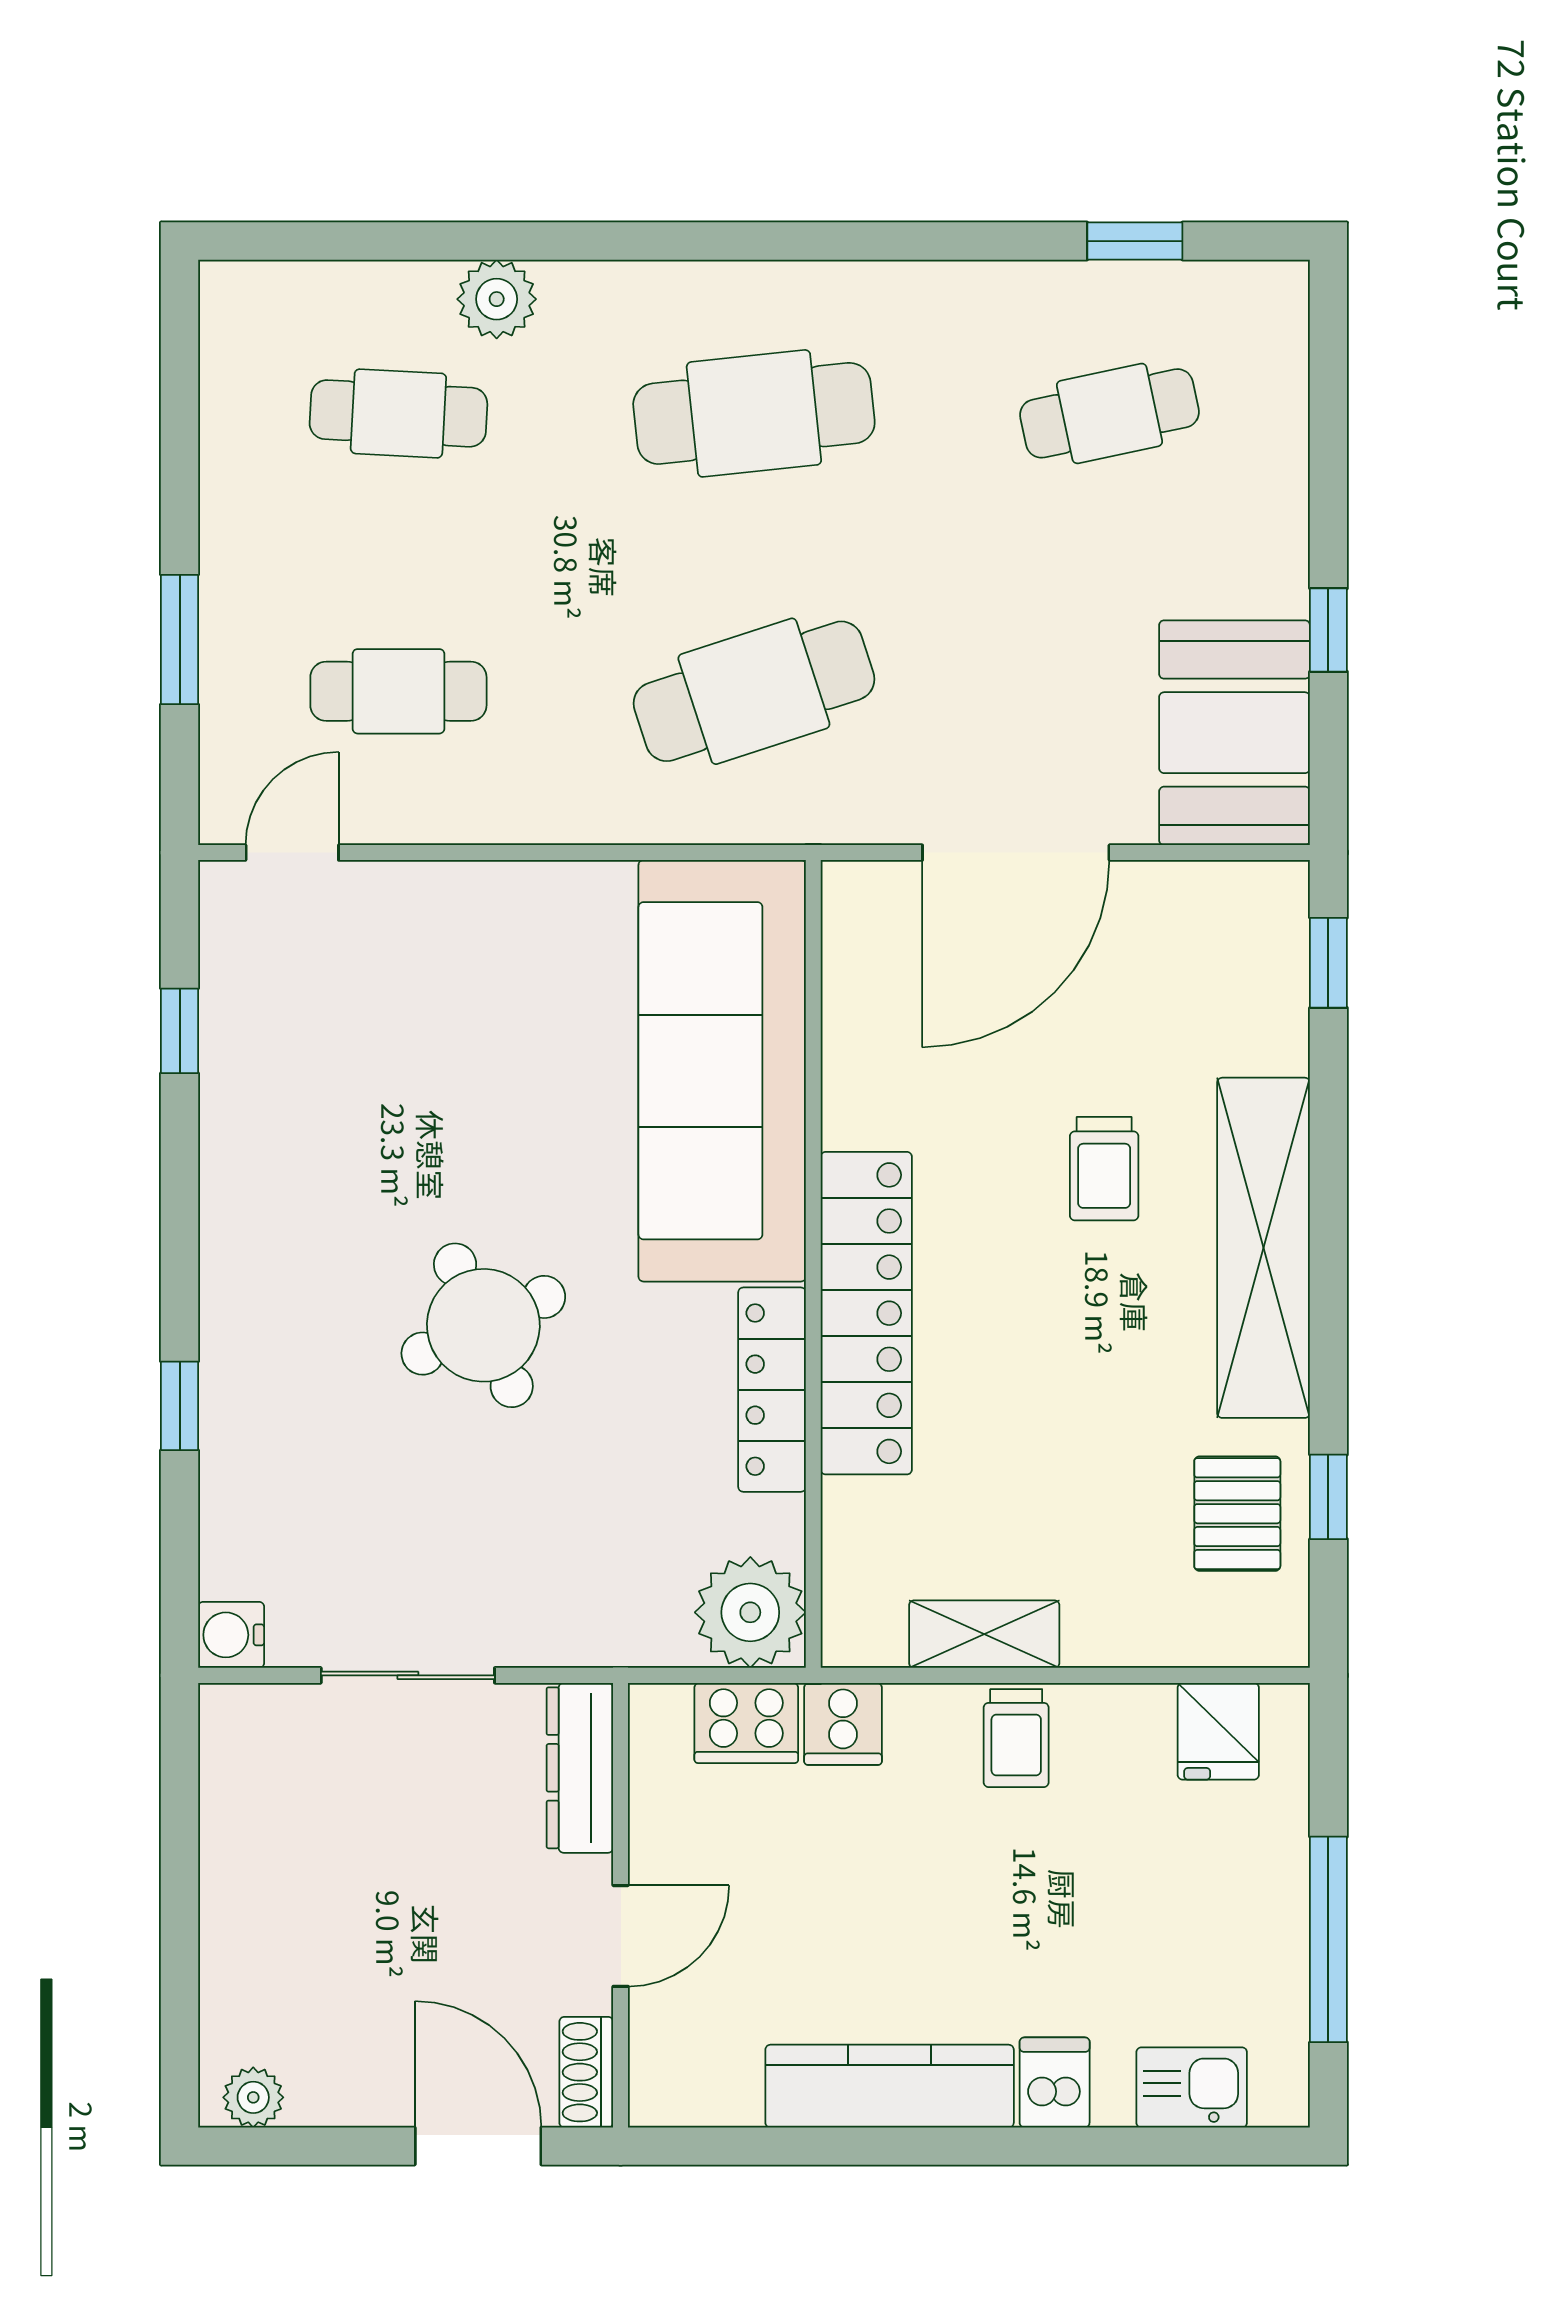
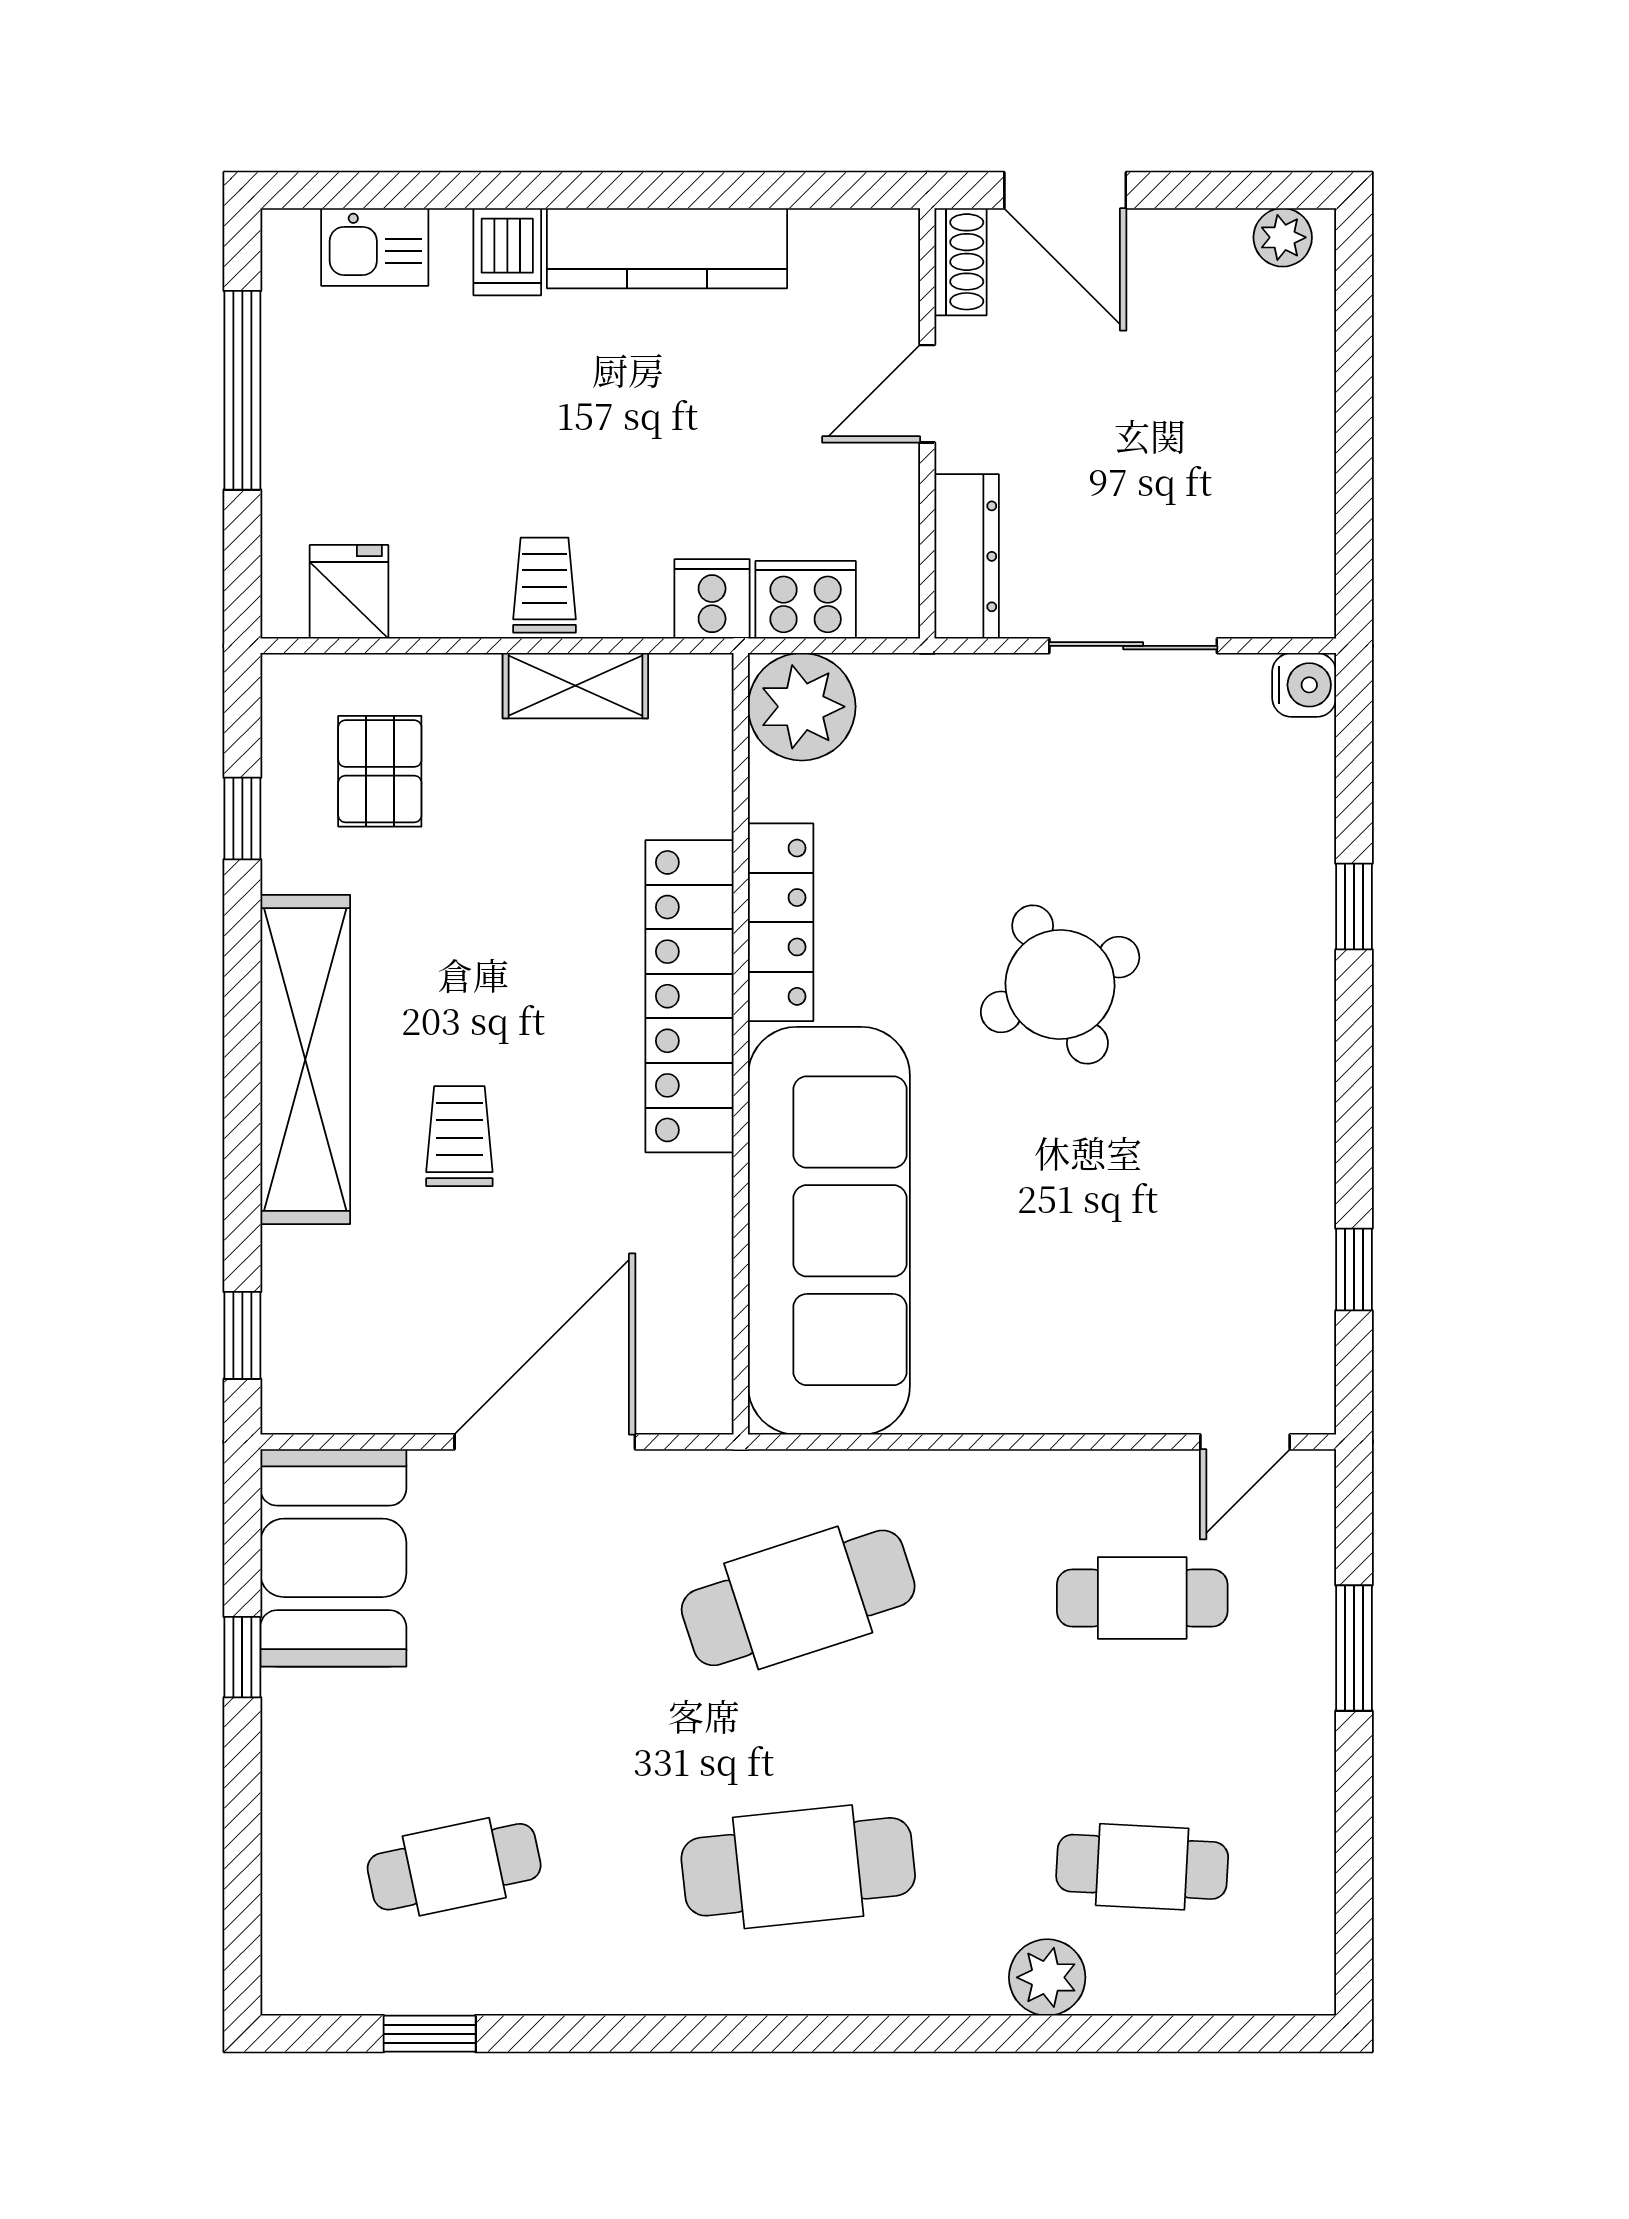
pallet: (1237, 1514) -> (380, 771), moved

